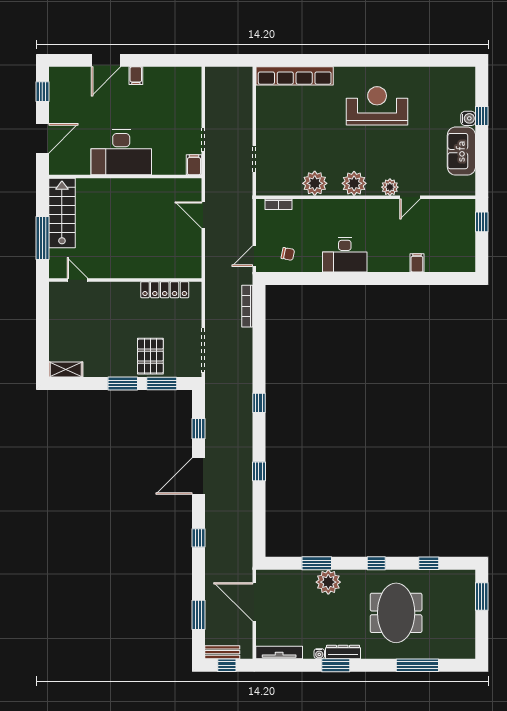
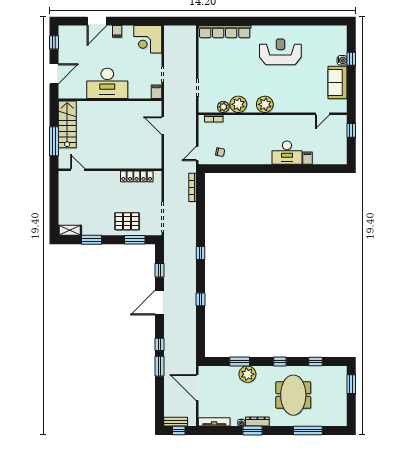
corner desk: (181, 87) -> (148, 39), added
plant: (390, 187) -> (223, 107), moved
door: (410, 197) -> (322, 114), moved
desk: (345, 255) -> (287, 153), moved
pallet: (150, 356) -> (127, 221), turned 90
window: (123, 383) -> (91, 240), moved
window: (198, 615) -> (160, 366), moved

